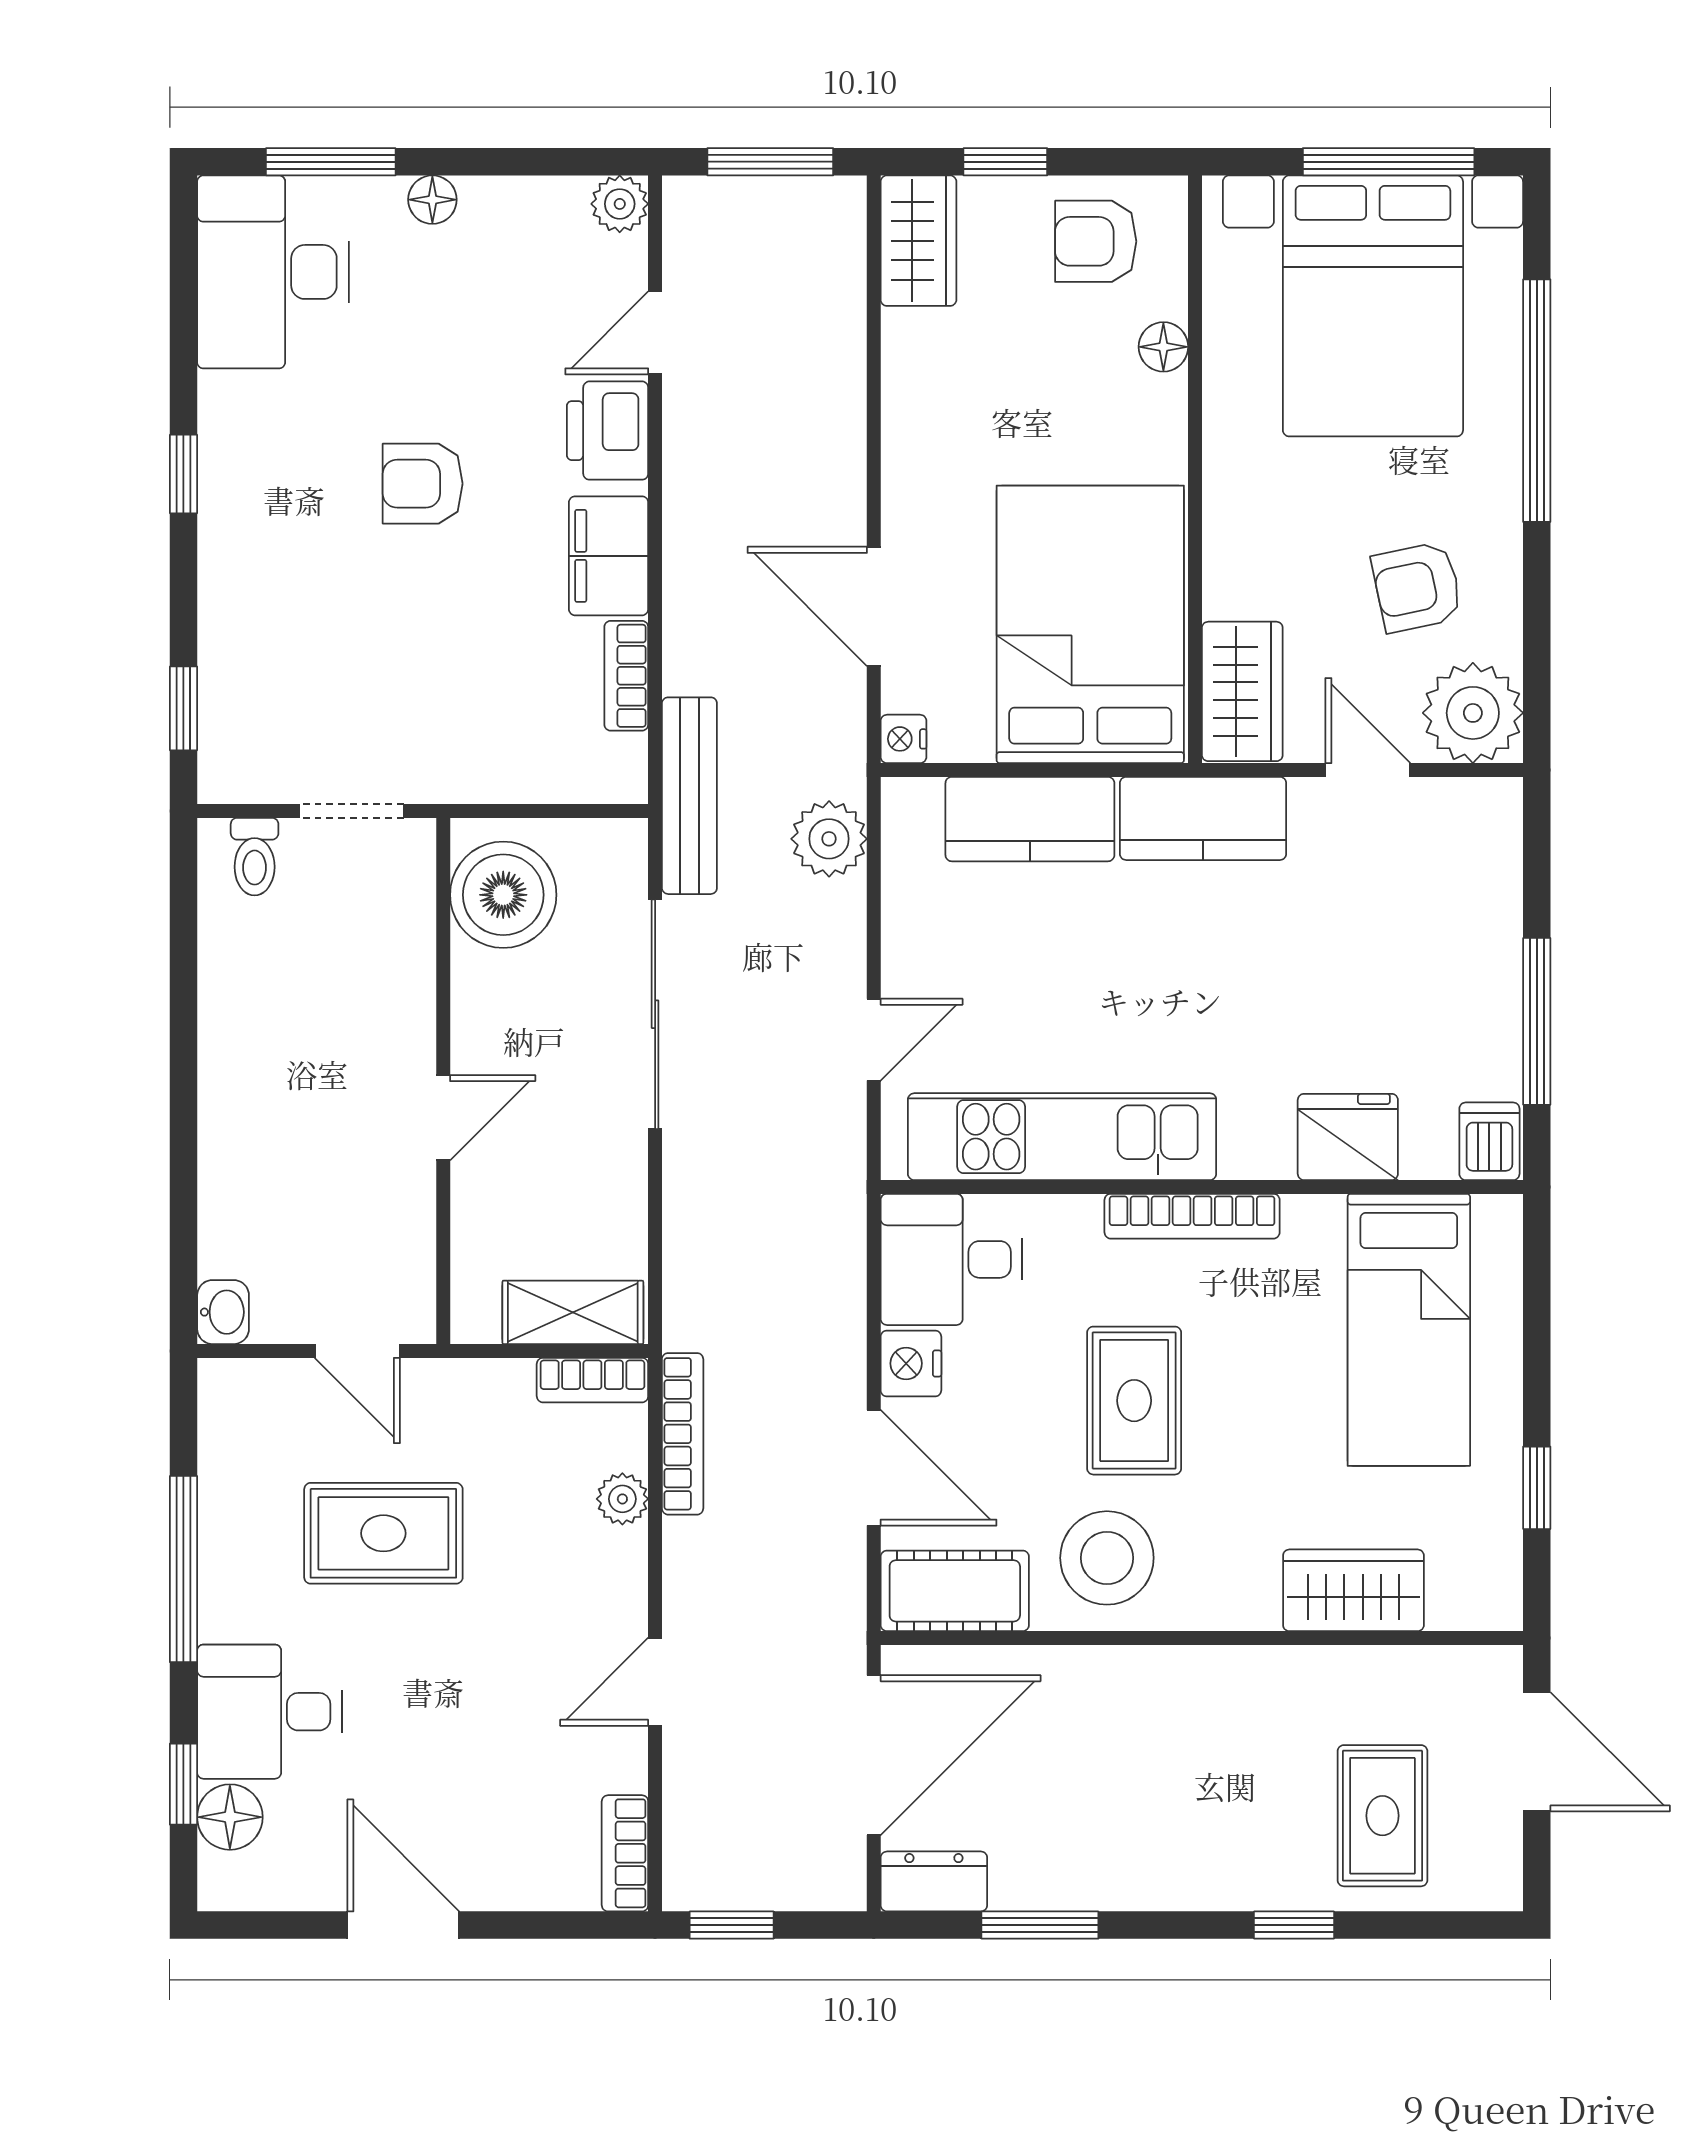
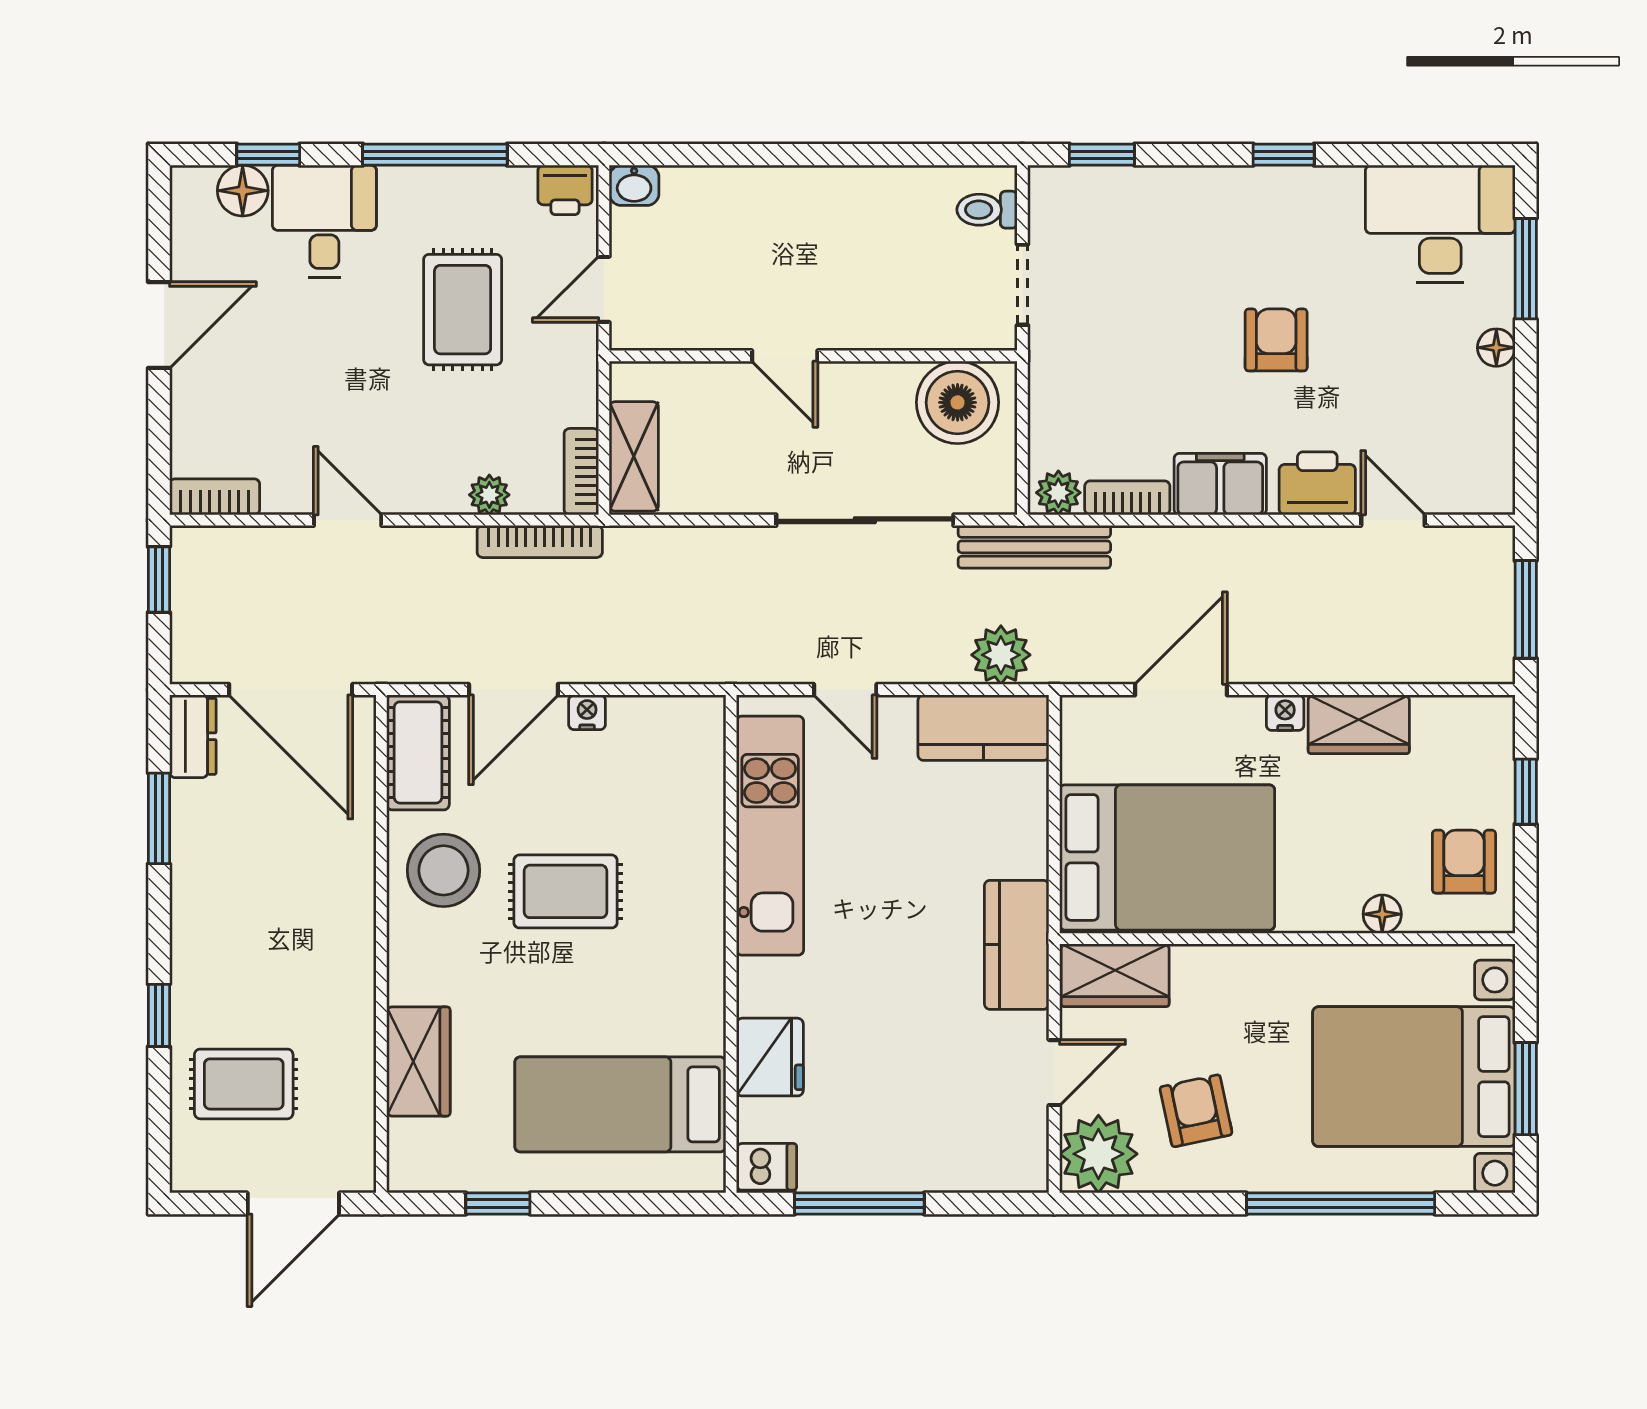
window: (1389, 162) -> (1526, 1089), width x0.69
plant: (620, 204) -> (1058, 493), moved
wardrobe: (918, 241) -> (1359, 724), moved
nightstand: (904, 739) -> (1285, 713), moved
kitchen counter: (1030, 819) -> (983, 728), moved, turned -90
bookcase: (1192, 1216) -> (708, 936), removed
desk: (951, 1259) -> (675, 750), removed
nightstand: (911, 1363) -> (587, 712), width x0.72, depth x0.74
printer: (229, 1401) -> (565, 190), added

